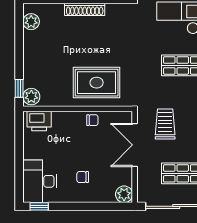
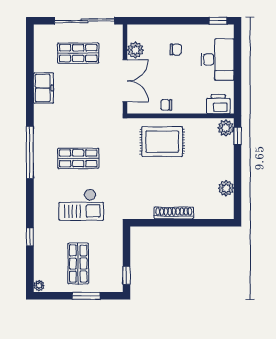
plant: (31, 22) -> (226, 188), moved
trolley: (165, 124) -> (95, 101), removed
desk: (40, 181) -> (218, 59), moved
plant: (124, 194) -> (135, 50), moved

